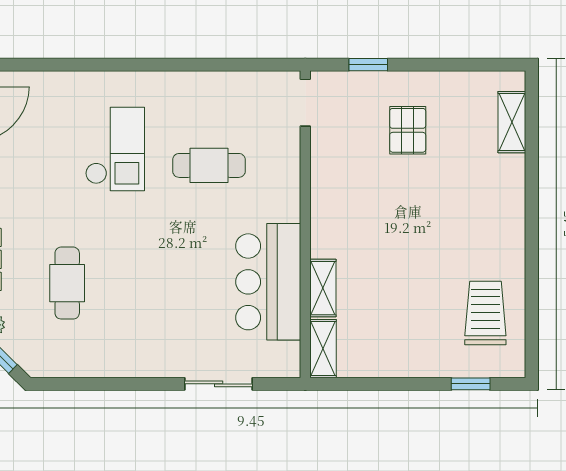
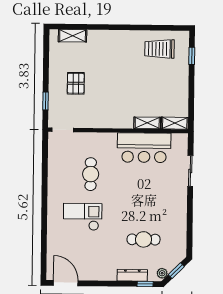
pallet: (408, 130) -> (76, 83), turned 90

